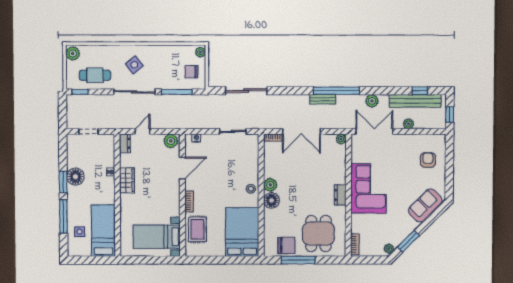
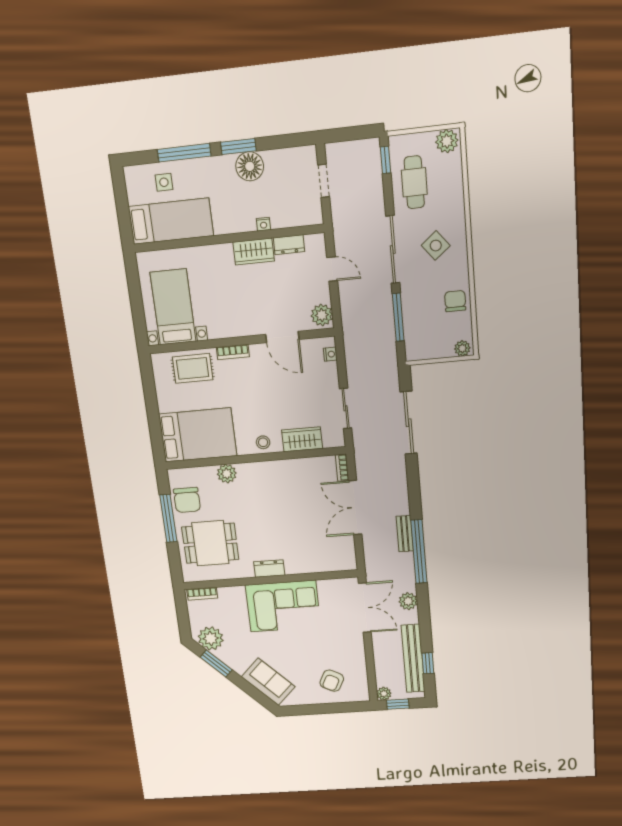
chair: (192, 72) -> (455, 301), moved
plant: (408, 124) -> (384, 694), moved
plant: (341, 139) -> (350, 564), removed
dresser: (125, 143) -> (289, 245), moved
armchair: (428, 160) -> (332, 681), turned 117
wardrobe: (251, 162) -> (302, 439), added
plant: (270, 185) -> (227, 474), moved
floor lamp: (272, 200) -> (250, 473), removed
plant: (389, 249) -> (211, 638), width x1.88, depth x1.88

